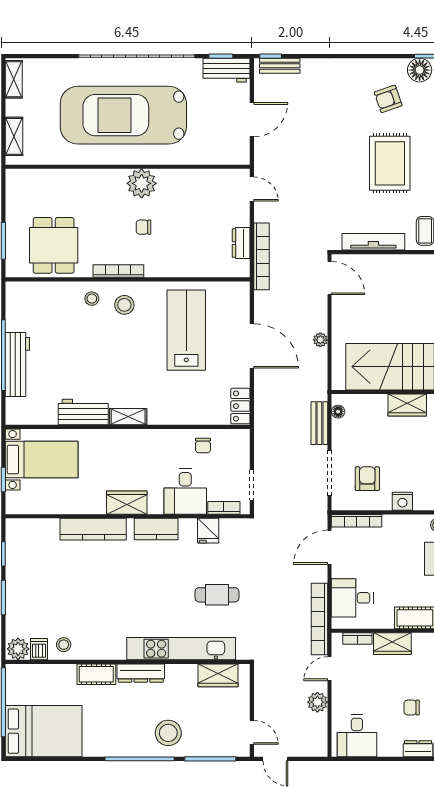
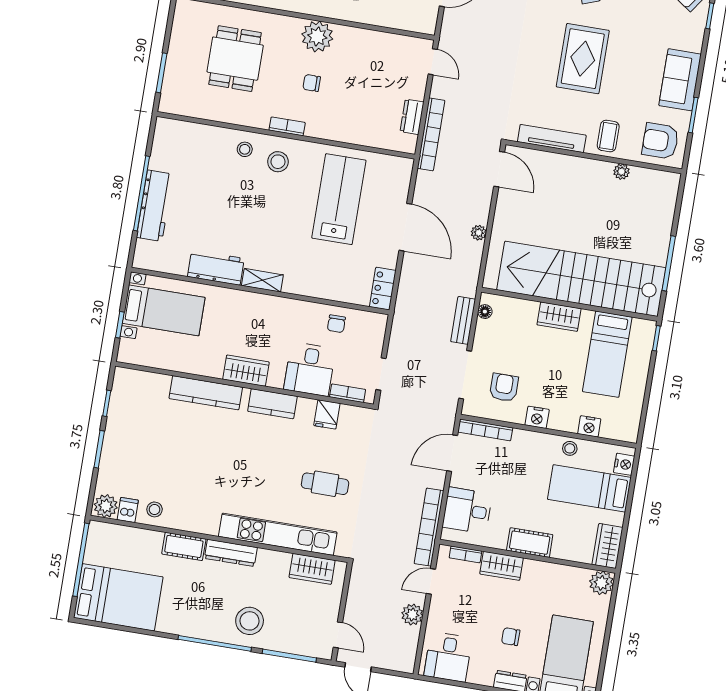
dining table: (54, 245) -> (235, 59), moved
bookcase: (118, 271) -> (287, 126), width x0.64

